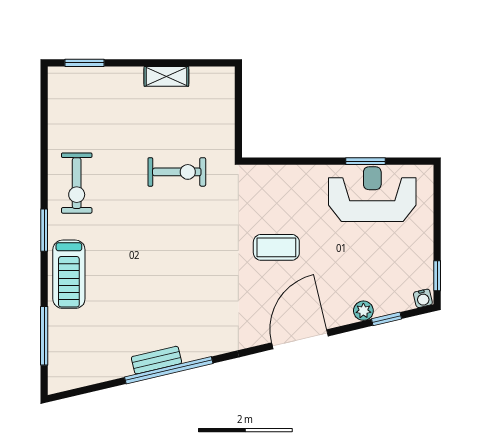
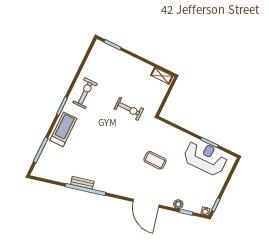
shelving: (166, 76) -> (162, 76), moved
exercise bike: (77, 183) -> (85, 93), turned 180
treadmill: (69, 274) -> (63, 129), turned 180
door: (300, 339) -> (146, 203), swing flipped

